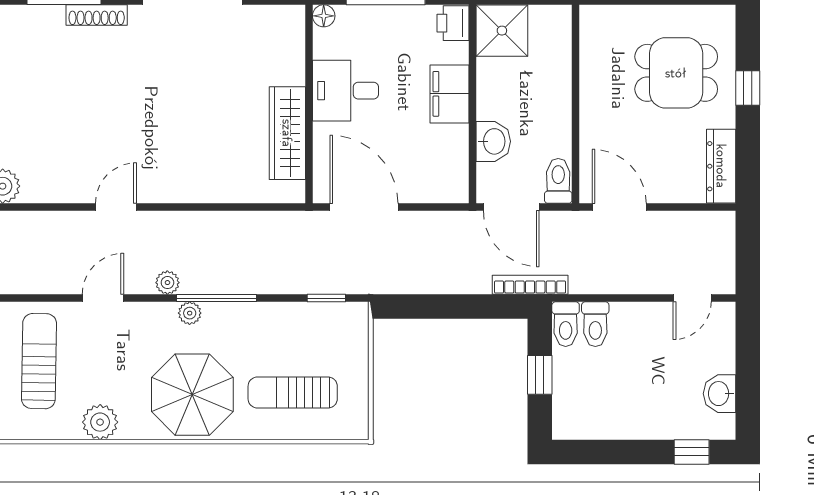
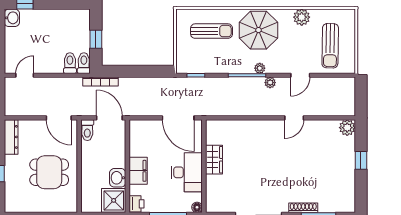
dining table: (676, 73) -> (49, 172), moved
desk: (345, 91) -> (187, 172), width x1.37
wardrobe: (287, 133) -> (214, 160), width x0.67
washbasin: (493, 141) -> (118, 178), moved
washbasin: (720, 394) -> (12, 18), moved

